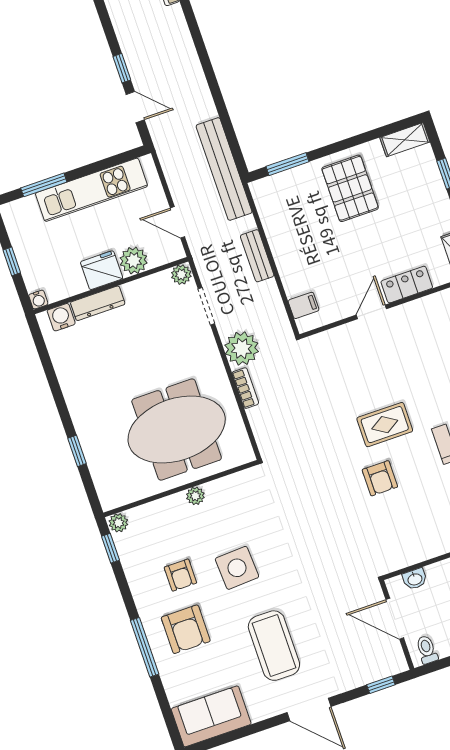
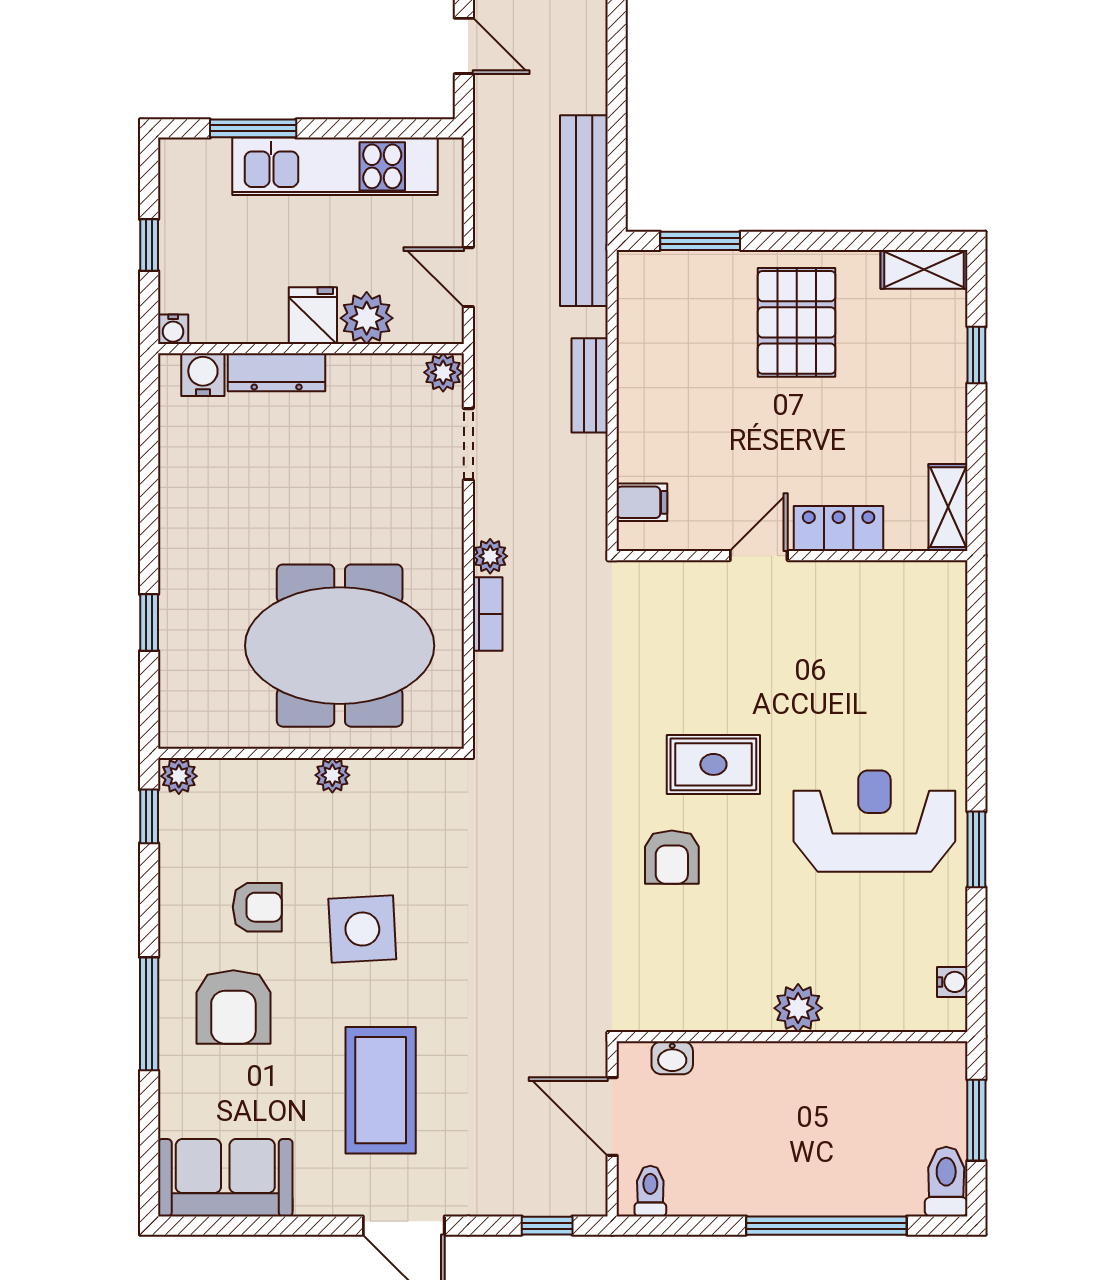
fridge: (102, 270) -> (313, 316), width x0.72
plant: (242, 348) -> (490, 556), width x0.53, depth x0.53
armchair: (180, 575) -> (257, 907), turned -90

